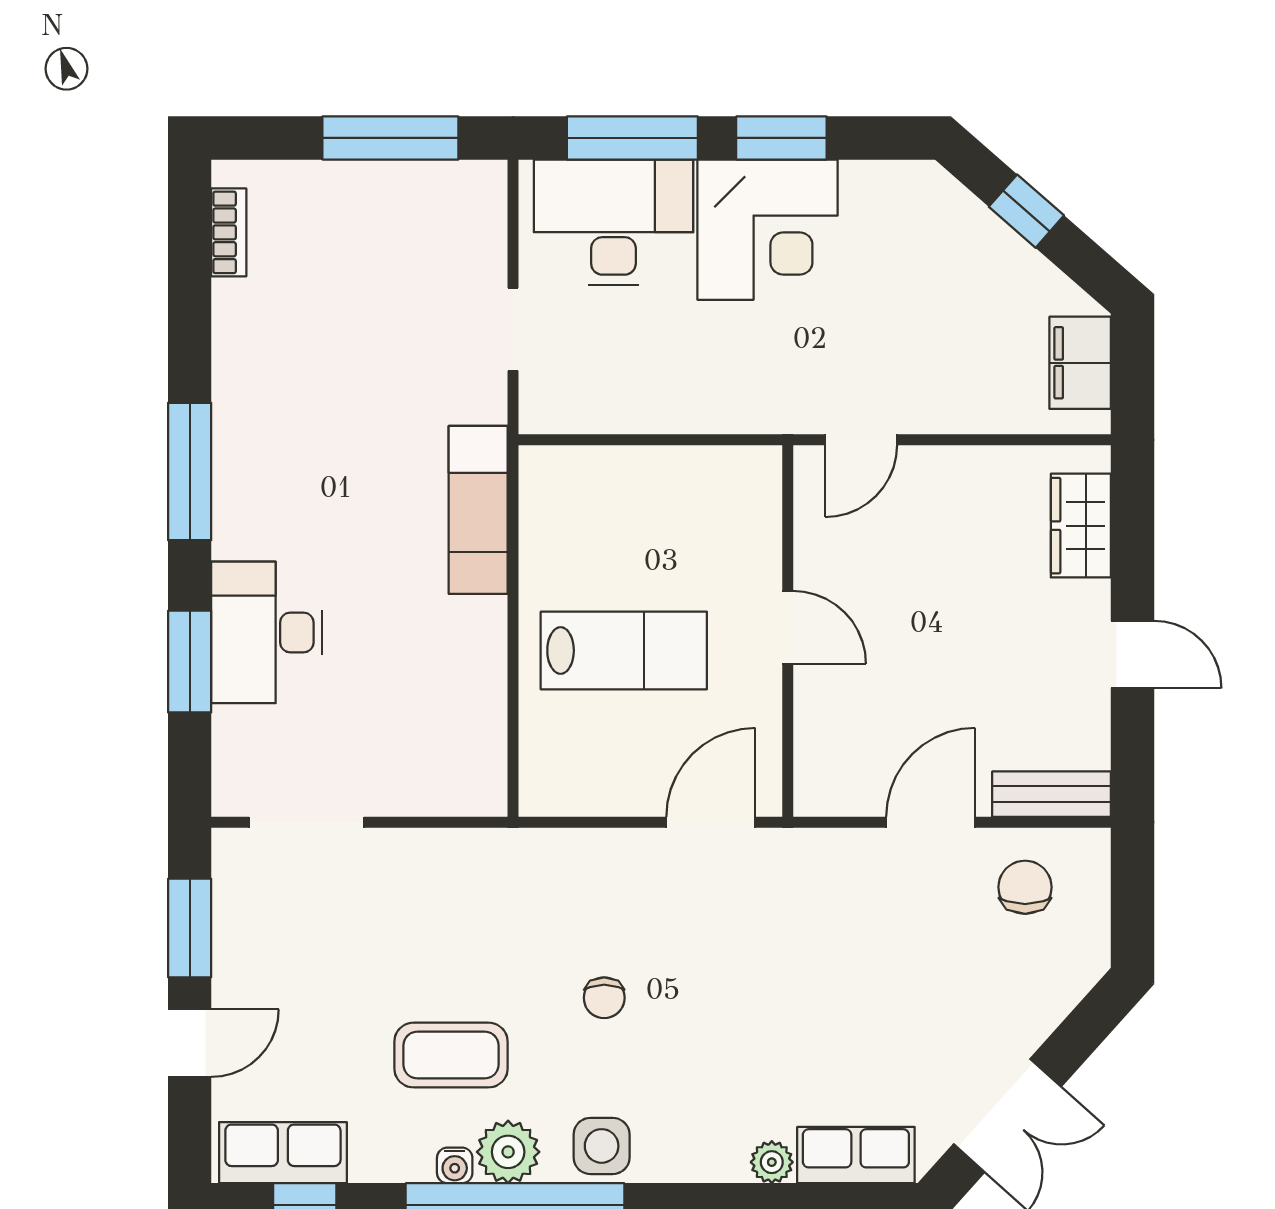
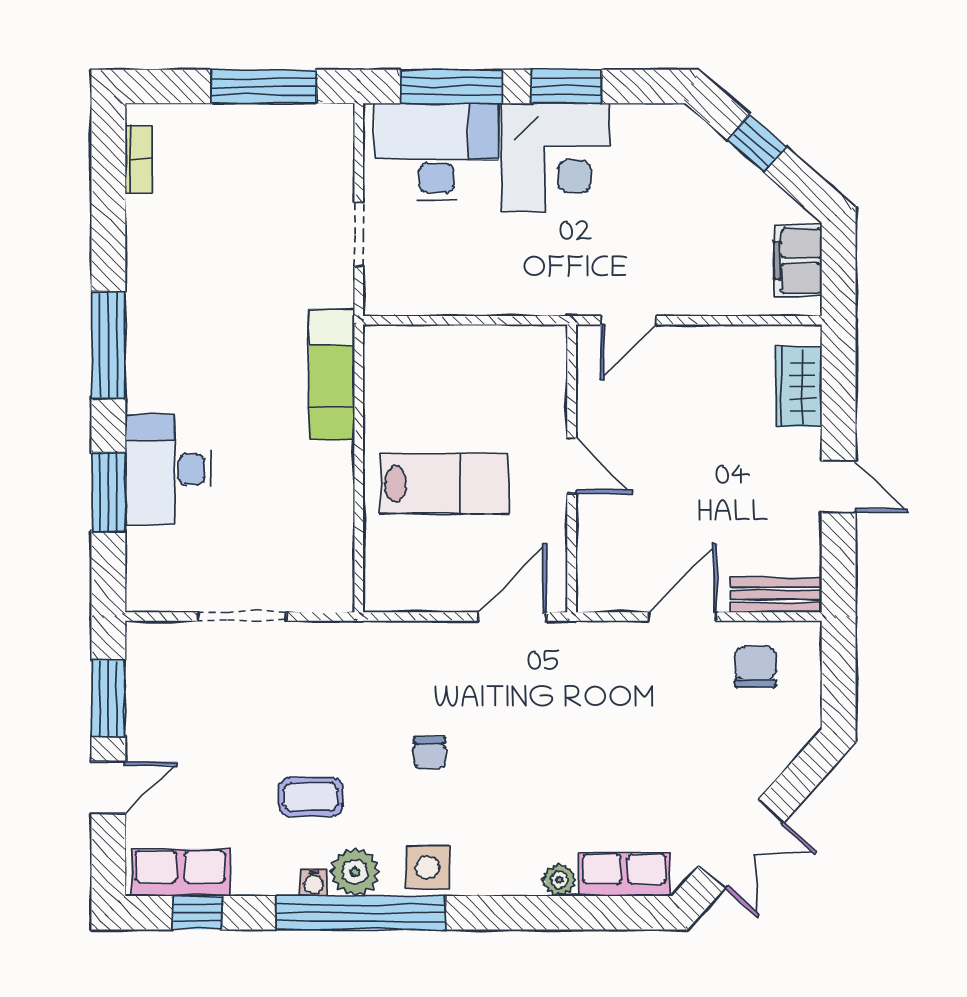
doorway: (307, 822) -> (242, 617), moved
coffee table: (451, 1055) -> (311, 797), width x0.73, depth x0.77

